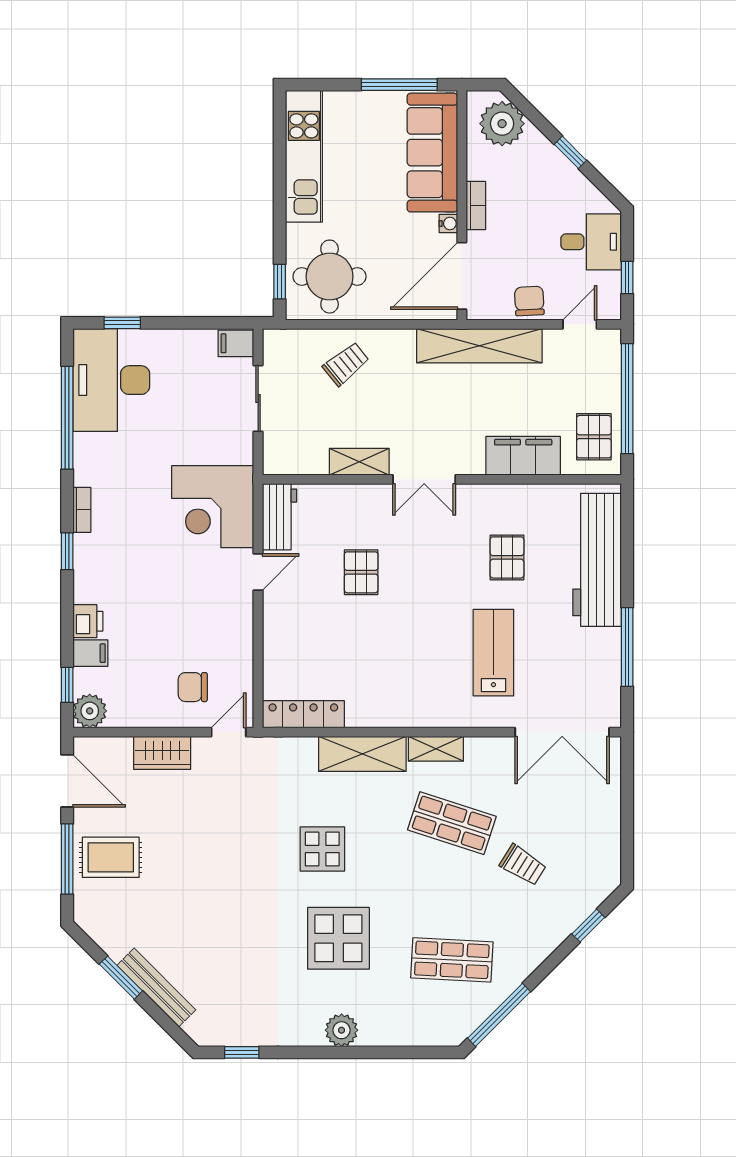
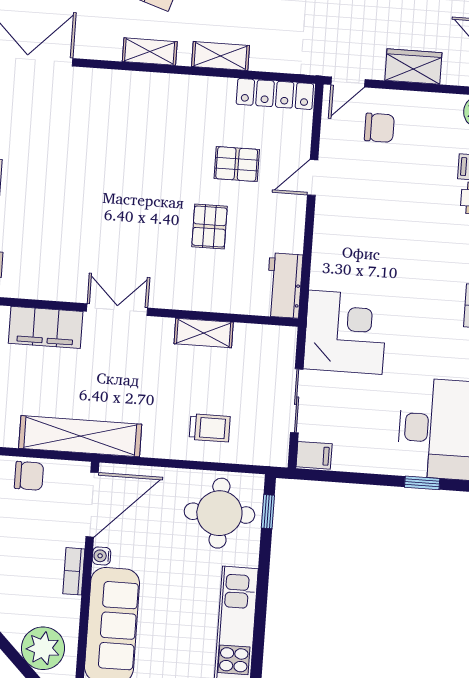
chair: (529, 301) -> (29, 476), turned -87
trolley: (346, 364) -> (210, 428), turned -141
double door: (424, 479) -> (117, 310), moved
corner desk: (213, 507) -> (345, 332), moved
pallet: (507, 557) -> (237, 164), moved, turned 90
door: (258, 572) -> (313, 177), moved
lab bench: (493, 653) -> (88, 140), removed
shelving: (362, 754) -> (221, 56), width x0.67, depth x0.75

